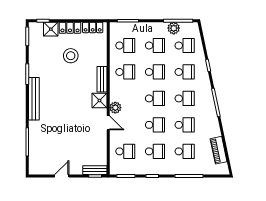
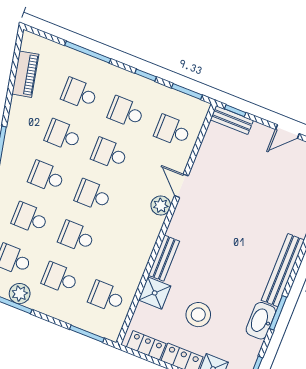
washbasin: (35, 66) -> (261, 321), added
school desk: (125, 72) -> (123, 255), removed
shower: (99, 100) -> (155, 293), moved

